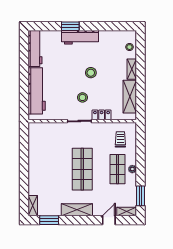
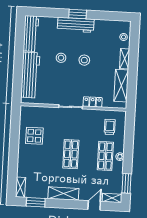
window: (70, 26) -> (78, 14), moved
stool: (82, 97) -> (61, 58), moved
display table: (44, 152) -> (34, 136), added
shop shelf: (82, 169) -> (71, 154), width x0.70, depth x0.74

